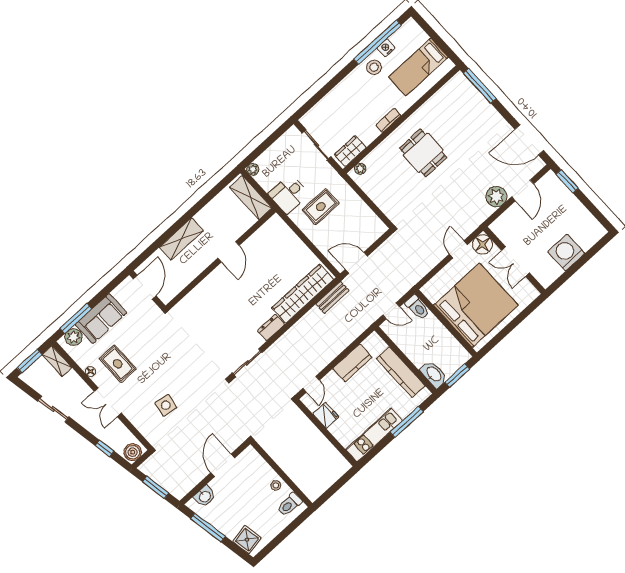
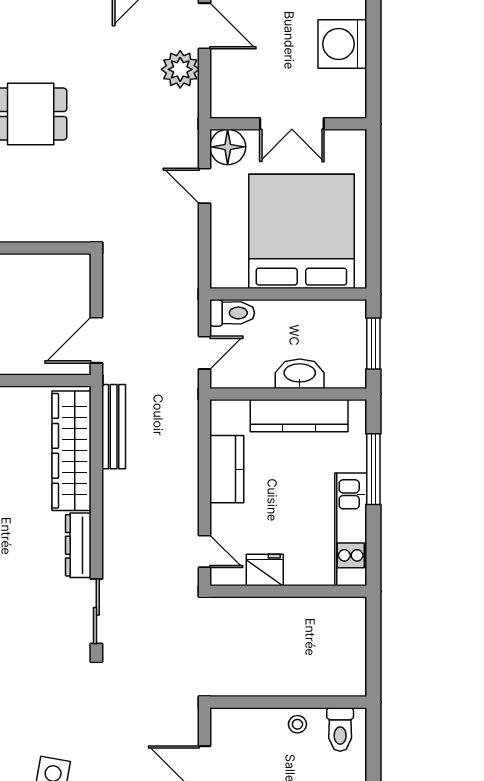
bench: (332, 297) -> (114, 427), width x1.36
dresser: (271, 327) -> (78, 545), width x1.44
washbasin: (434, 374) -> (300, 374), moved

